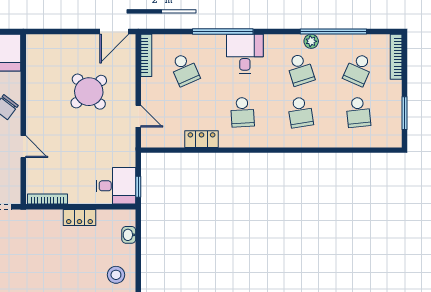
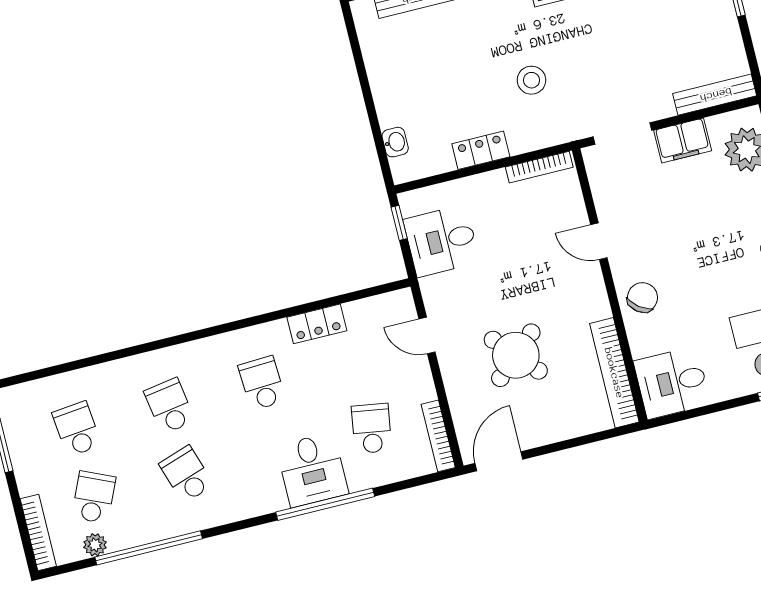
plant: (311, 41) -> (95, 545), moved
desk: (245, 54) -> (312, 470), moved
bookcase: (33, 67) -> (614, 373), added
school desk: (185, 69) -> (372, 428), turned 33
desk: (116, 186) -> (441, 241), moved
stool: (116, 275) -> (531, 80), moved

